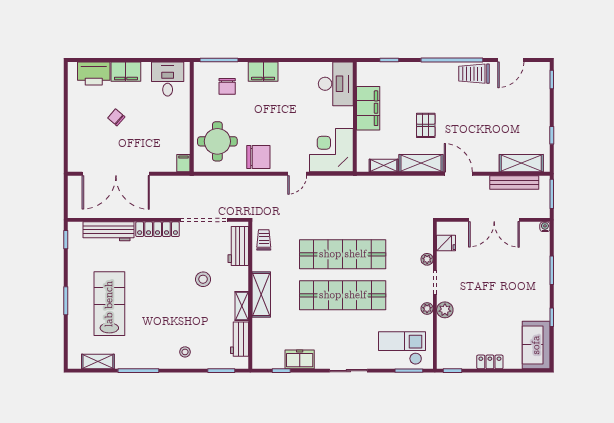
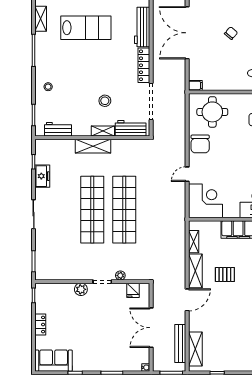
door: (297, 174) -> (187, 174), hinge flipped
trolley: (264, 240) -> (135, 148), removed
shelving: (242, 306) -> (103, 131), moved
plant: (427, 308) -> (82, 276), removed
checkout: (402, 348) -> (51, 256), removed

